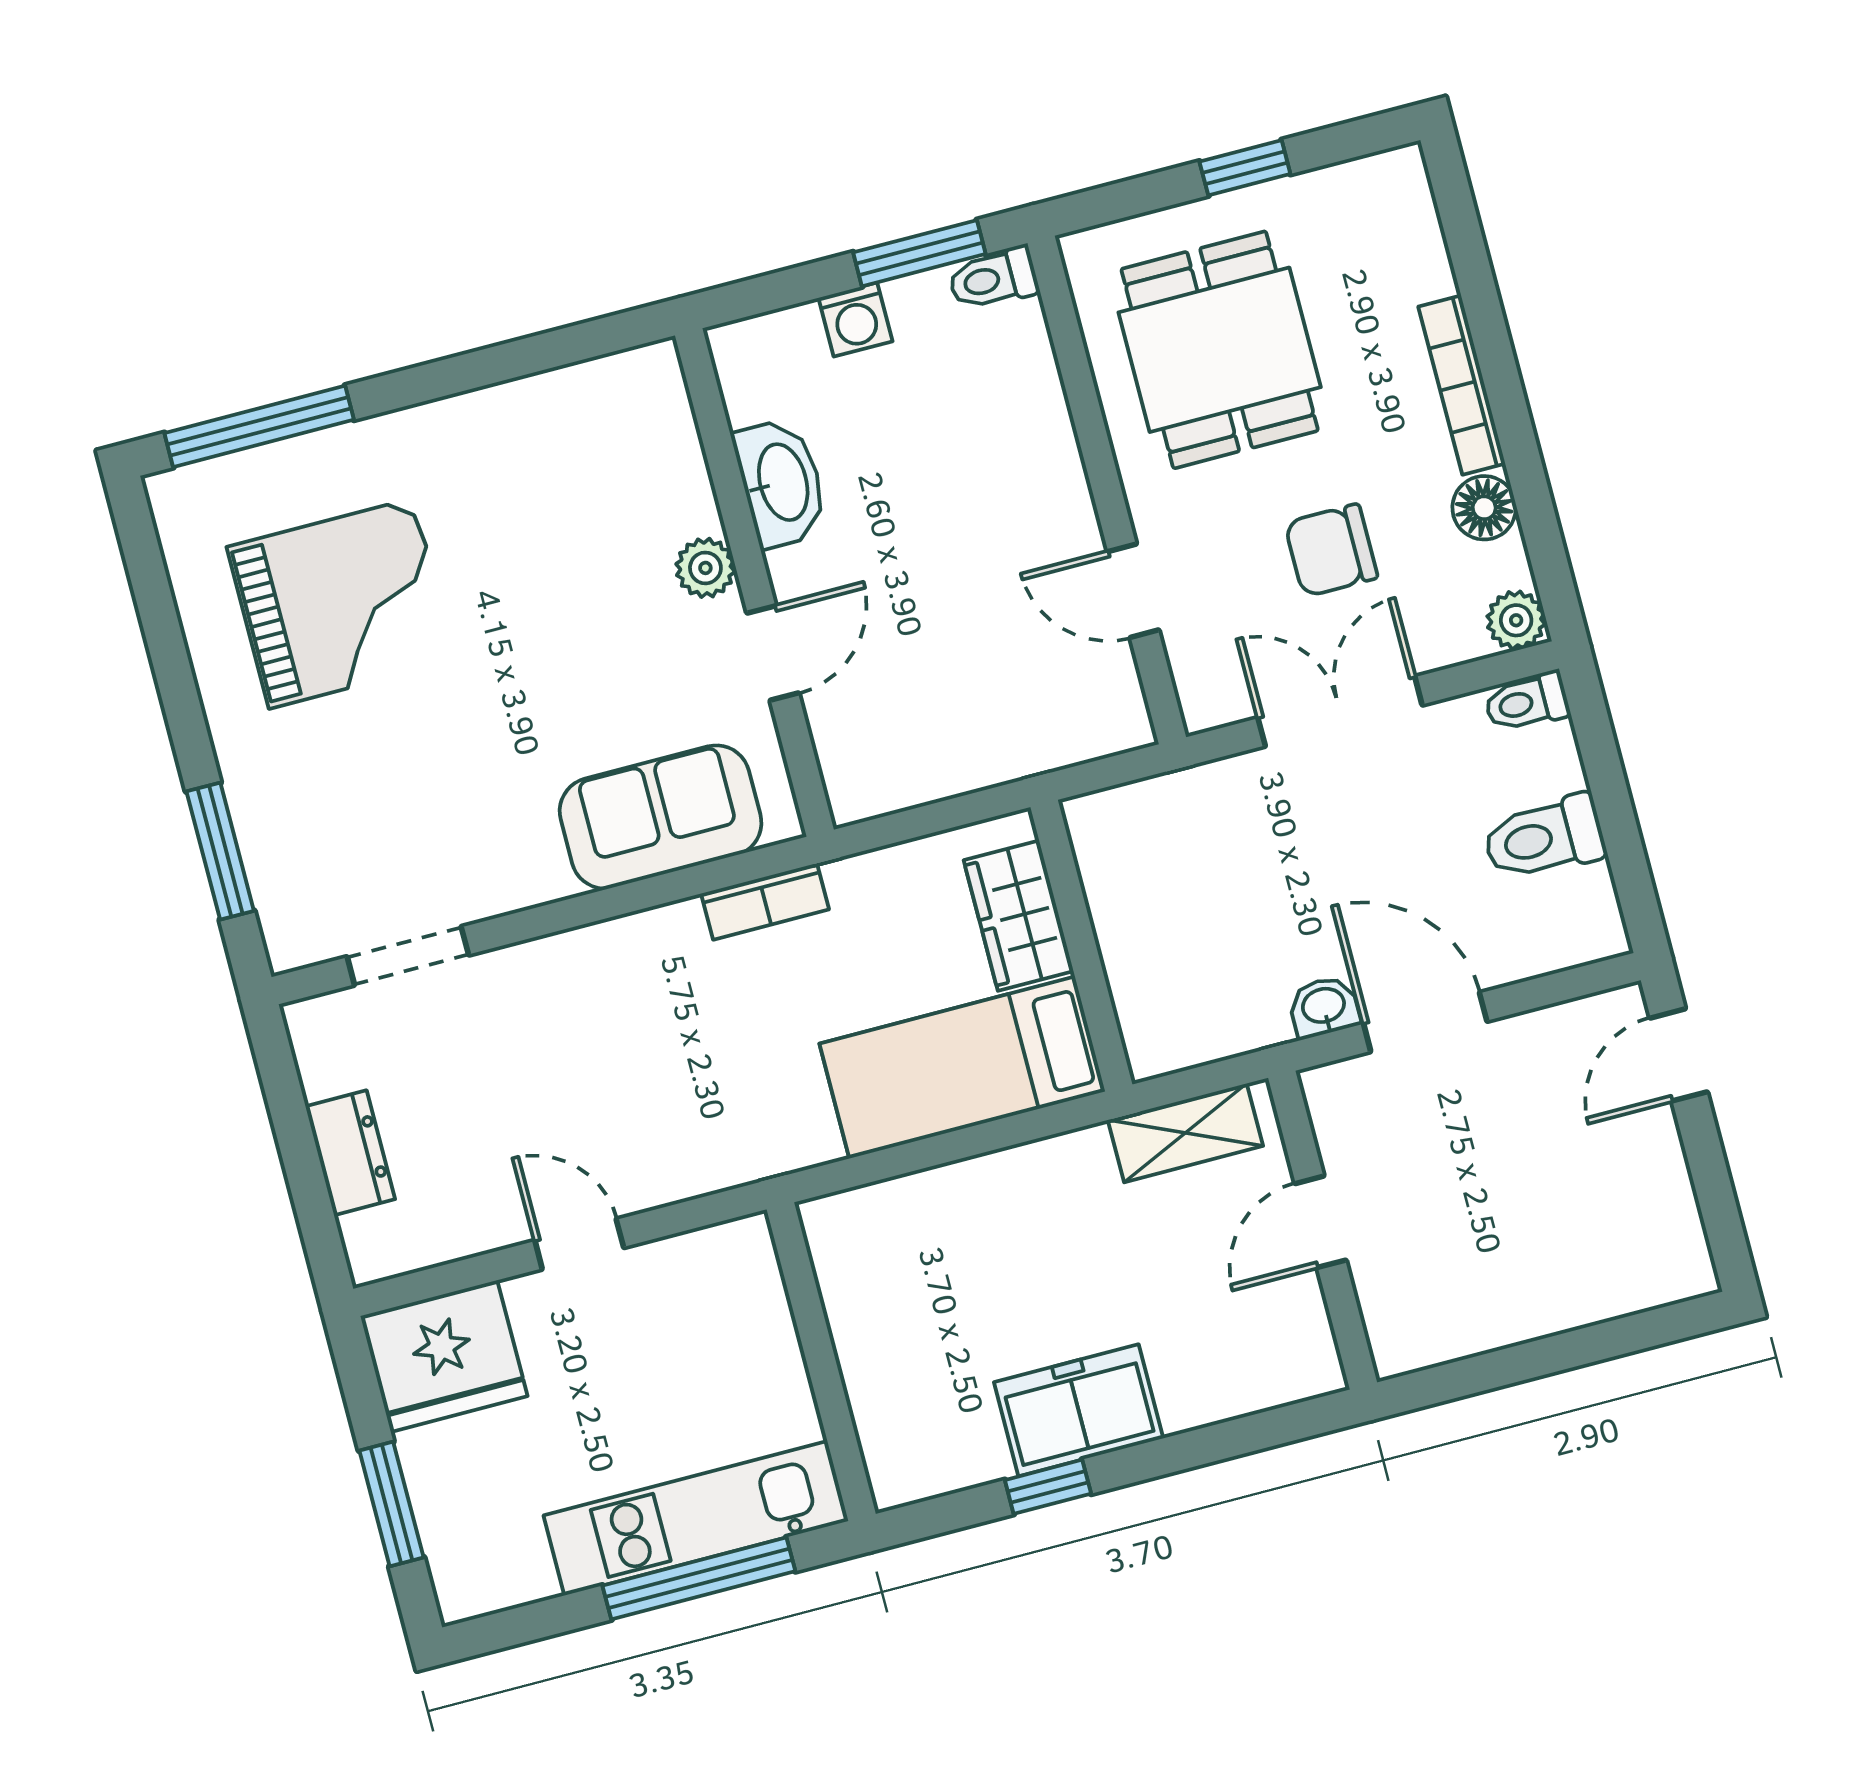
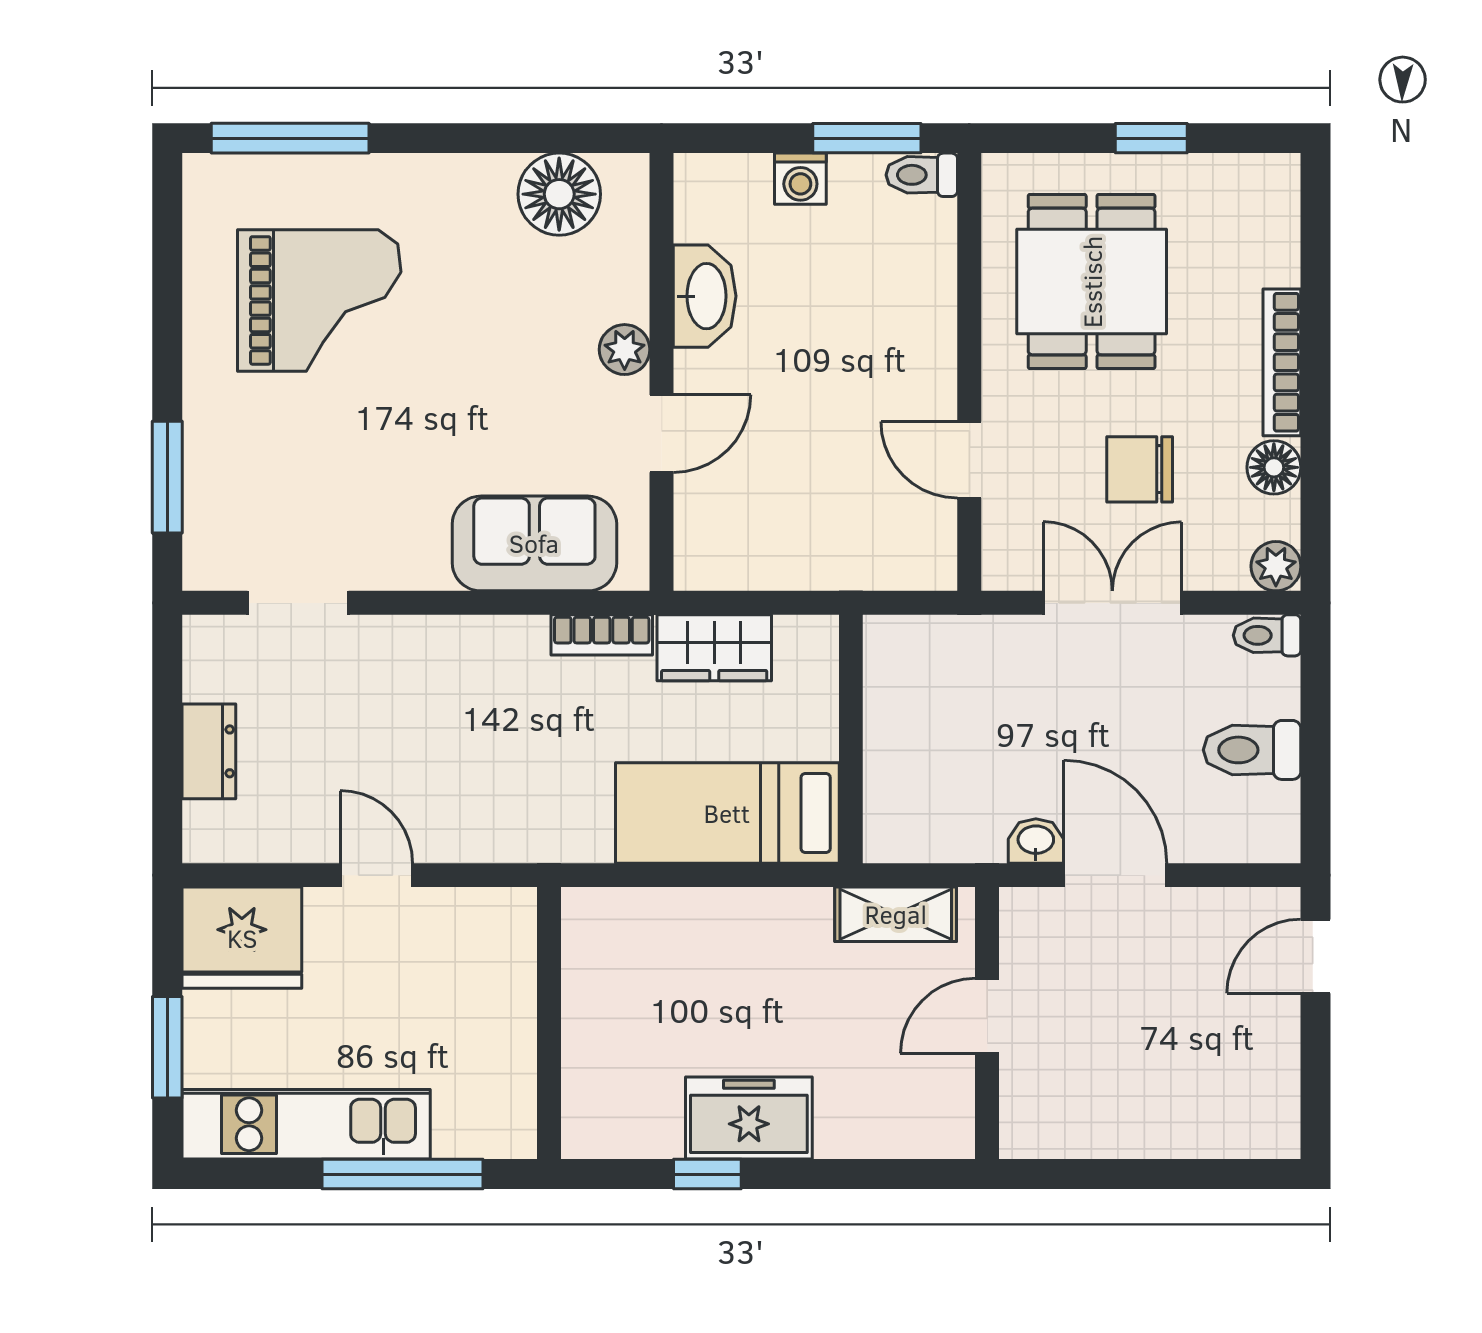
floor lamp: (584, 410) -> (559, 194), added
wardrobe: (1019, 916) -> (714, 648), moved, turned -90
kitchen unit: (696, 1518) -> (306, 1124), moved

